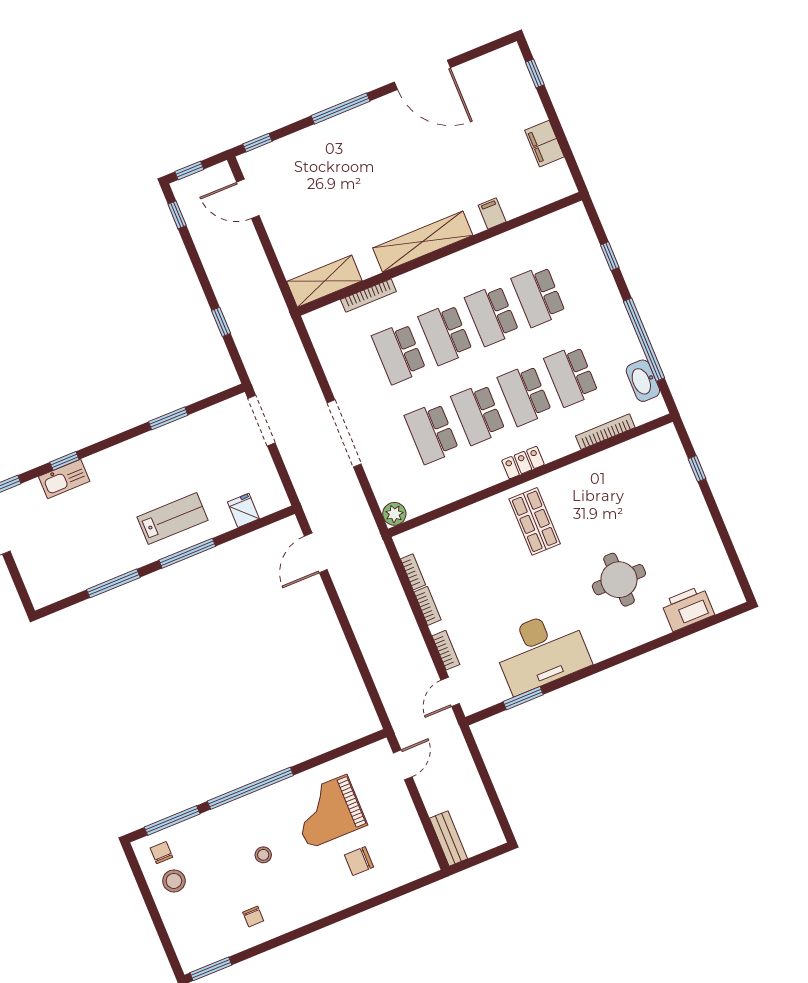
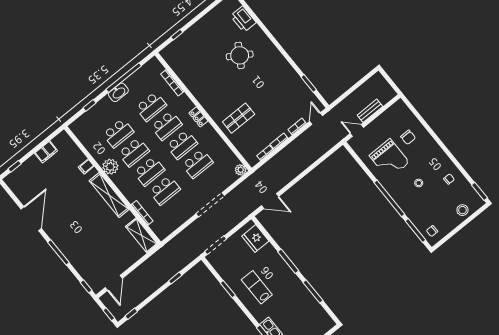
plant: (478, 261) -> (110, 167), added
washbasin: (643, 381) -> (118, 92), moved
fridge: (243, 510) -> (255, 239), width x1.88, depth x1.34
lab bench: (172, 519) -> (257, 287), moved
shop shelf: (535, 521) -> (239, 118), moved
round table: (619, 580) -> (240, 55), turned 32
desk: (541, 651) -> (284, 82), removed
door: (450, 692) -> (316, 119), swing flipped
bench: (448, 838) -> (370, 111), moved
stool: (174, 881) -> (462, 210), moved

